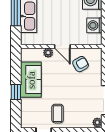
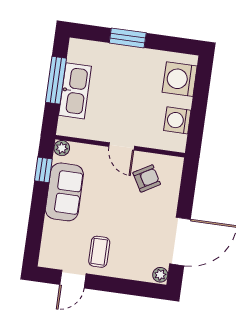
plant: (48, 53) -> (62, 148), moved
window: (16, 92) -> (43, 170), moved

